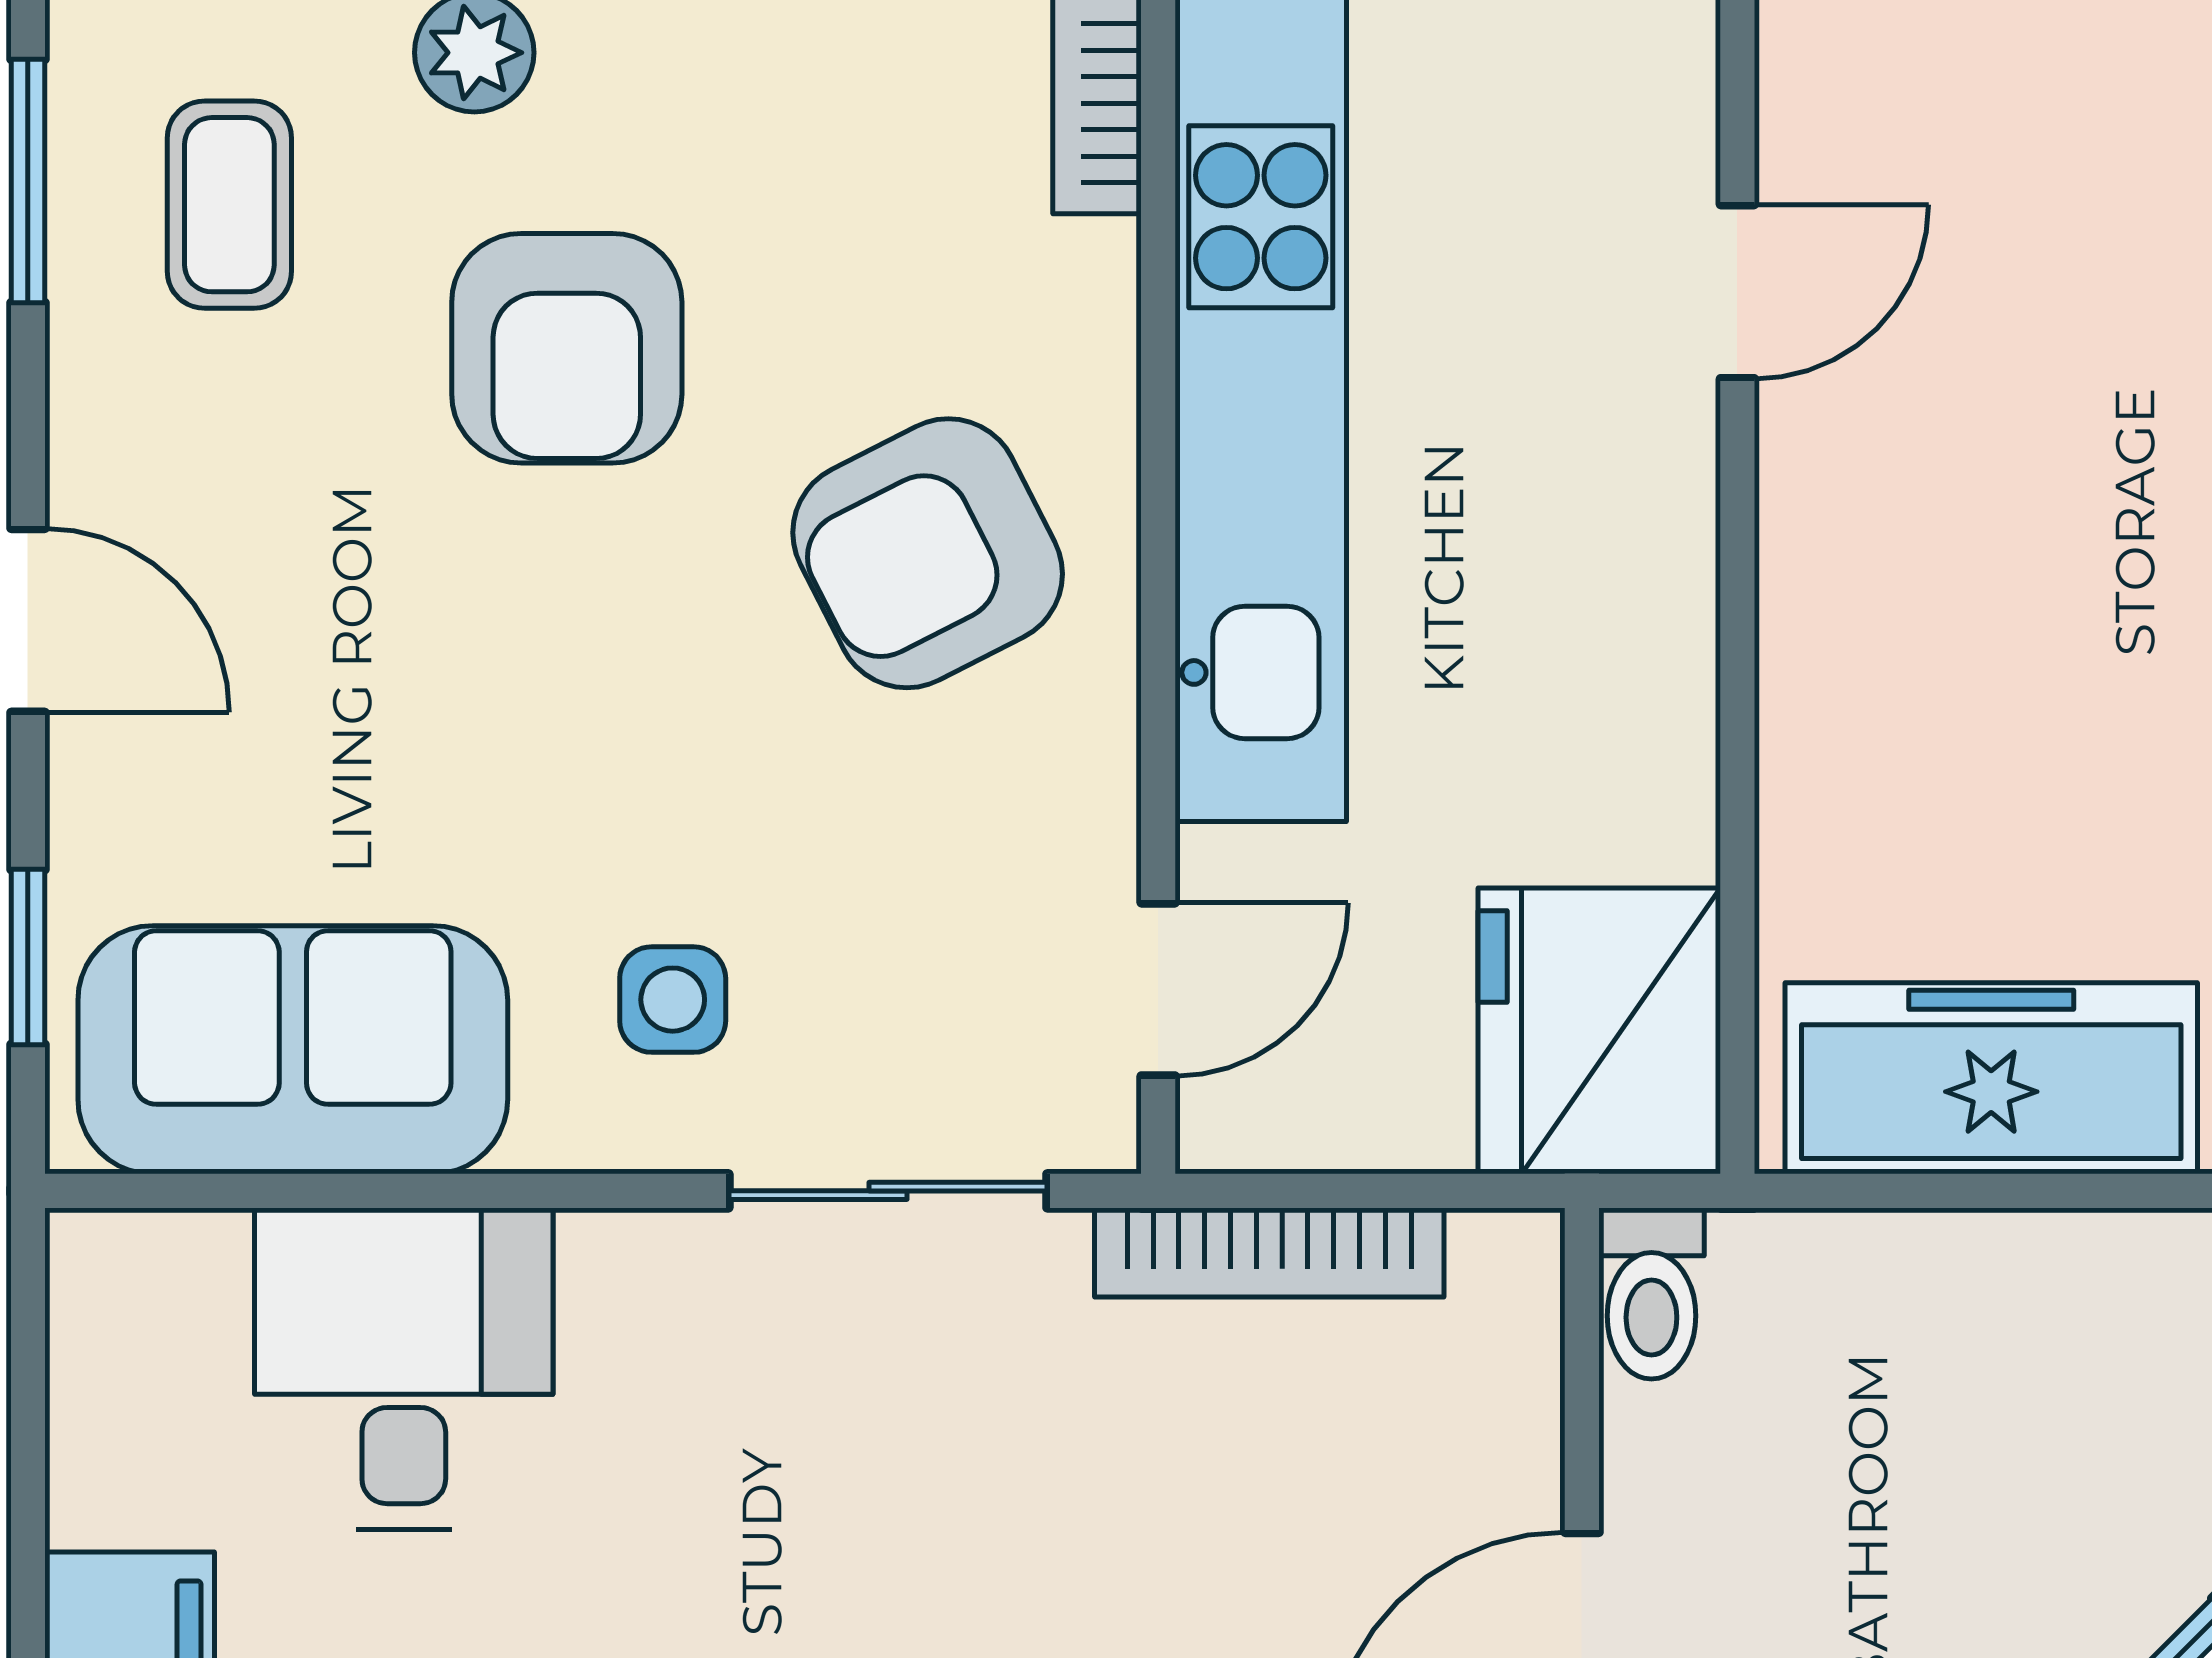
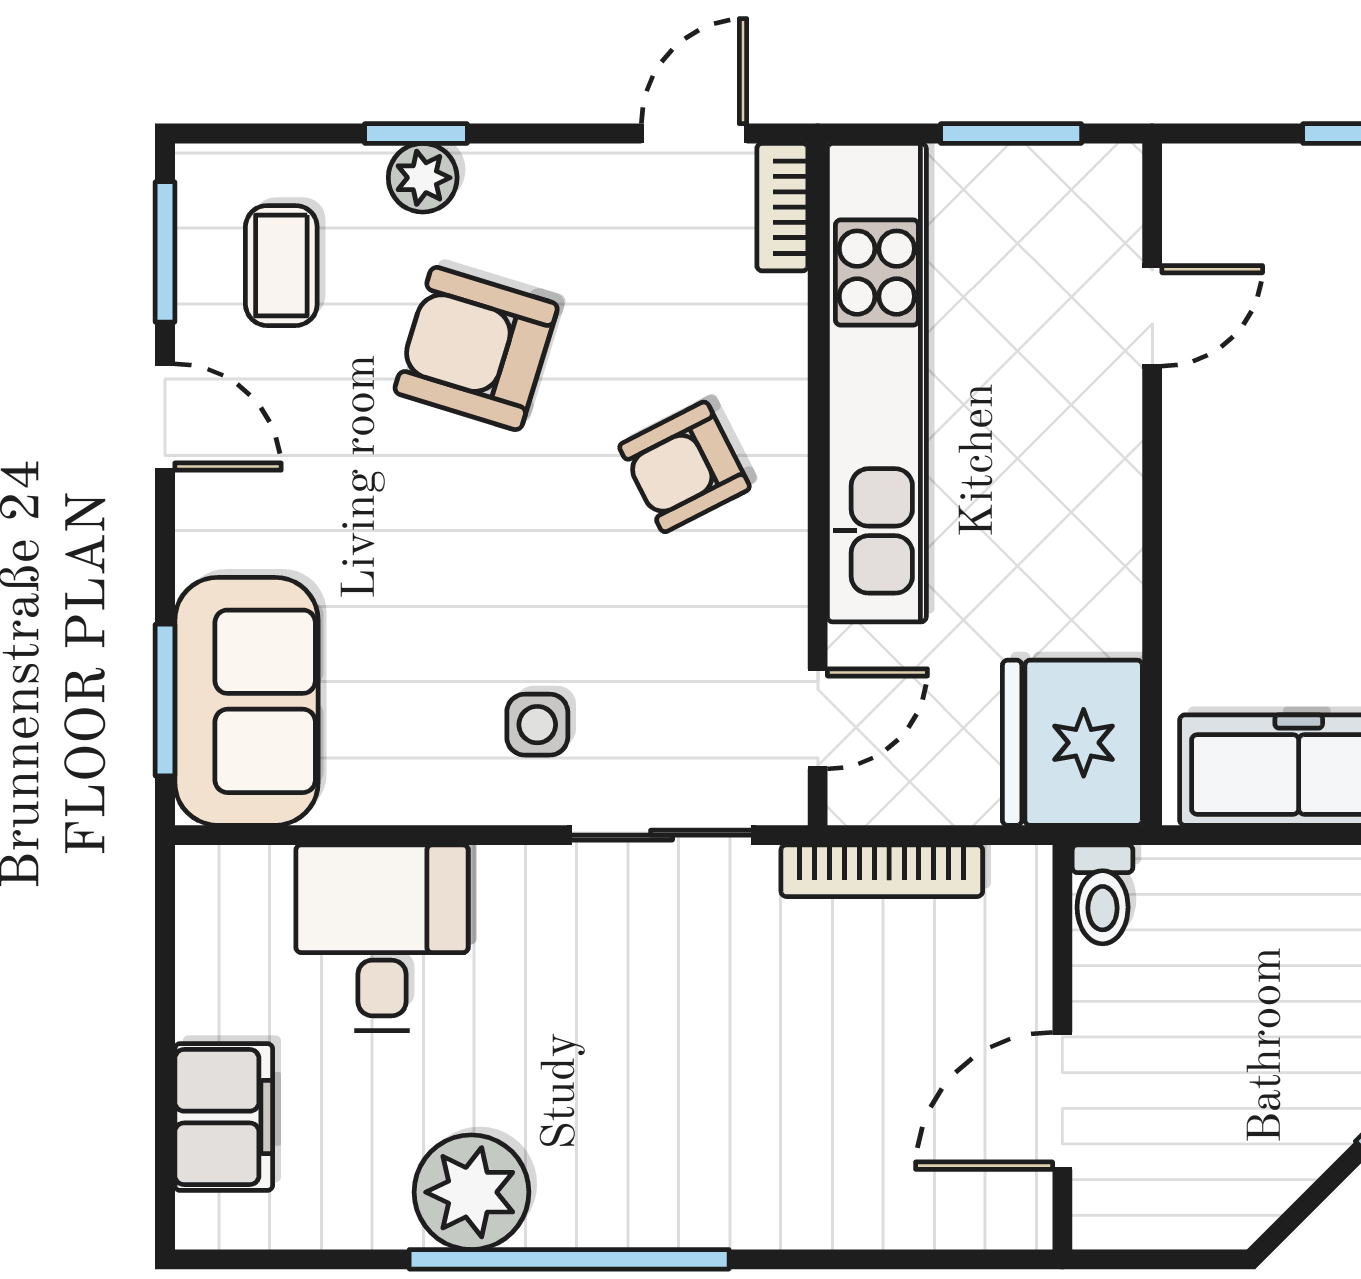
armchair: (567, 348) -> (476, 348), turned 107
armchair: (928, 553) -> (685, 467), width x0.72, depth x0.72
door: (28, 620) -> (165, 417), moved
window: (28, 957) -> (165, 700), width x1.50
sofa: (293, 1050) -> (246, 701), moved, turned 90

